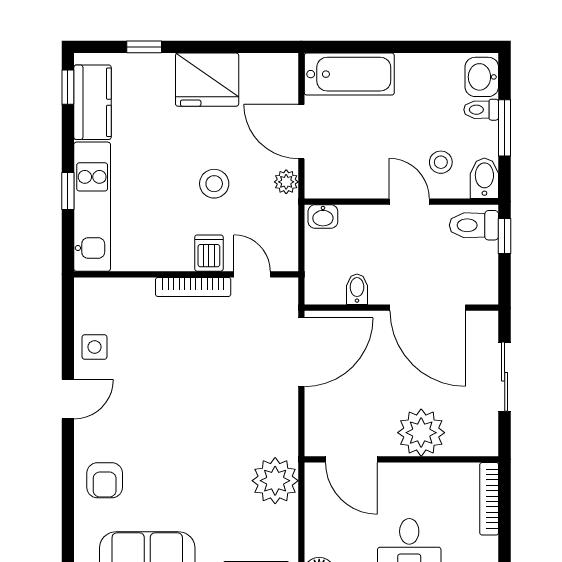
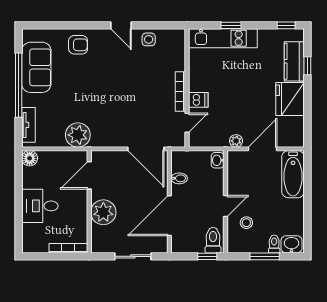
kitchen counter: (93, 102) -> (294, 61), moved, turned 90
bidet: (484, 178) -> (238, 246), removed
stool: (214, 184) -> (235, 103), removed
armchair: (105, 480) -> (78, 45), turned 180

